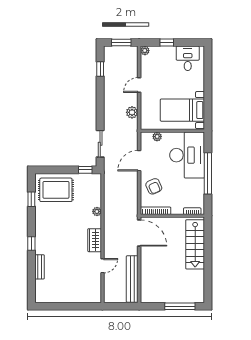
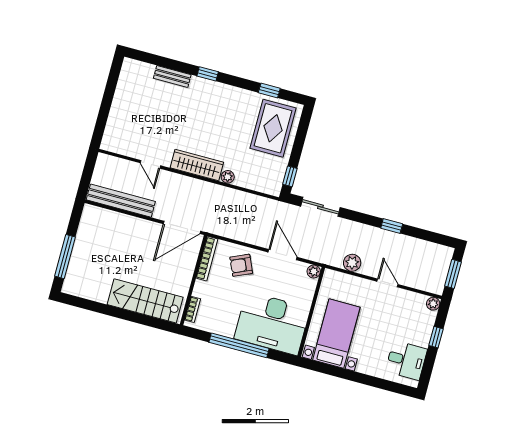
window: (100, 69) -> (392, 226), moved
plant: (157, 137) -> (314, 272), moved
wardrobe: (95, 240) -> (197, 165), width x1.50

